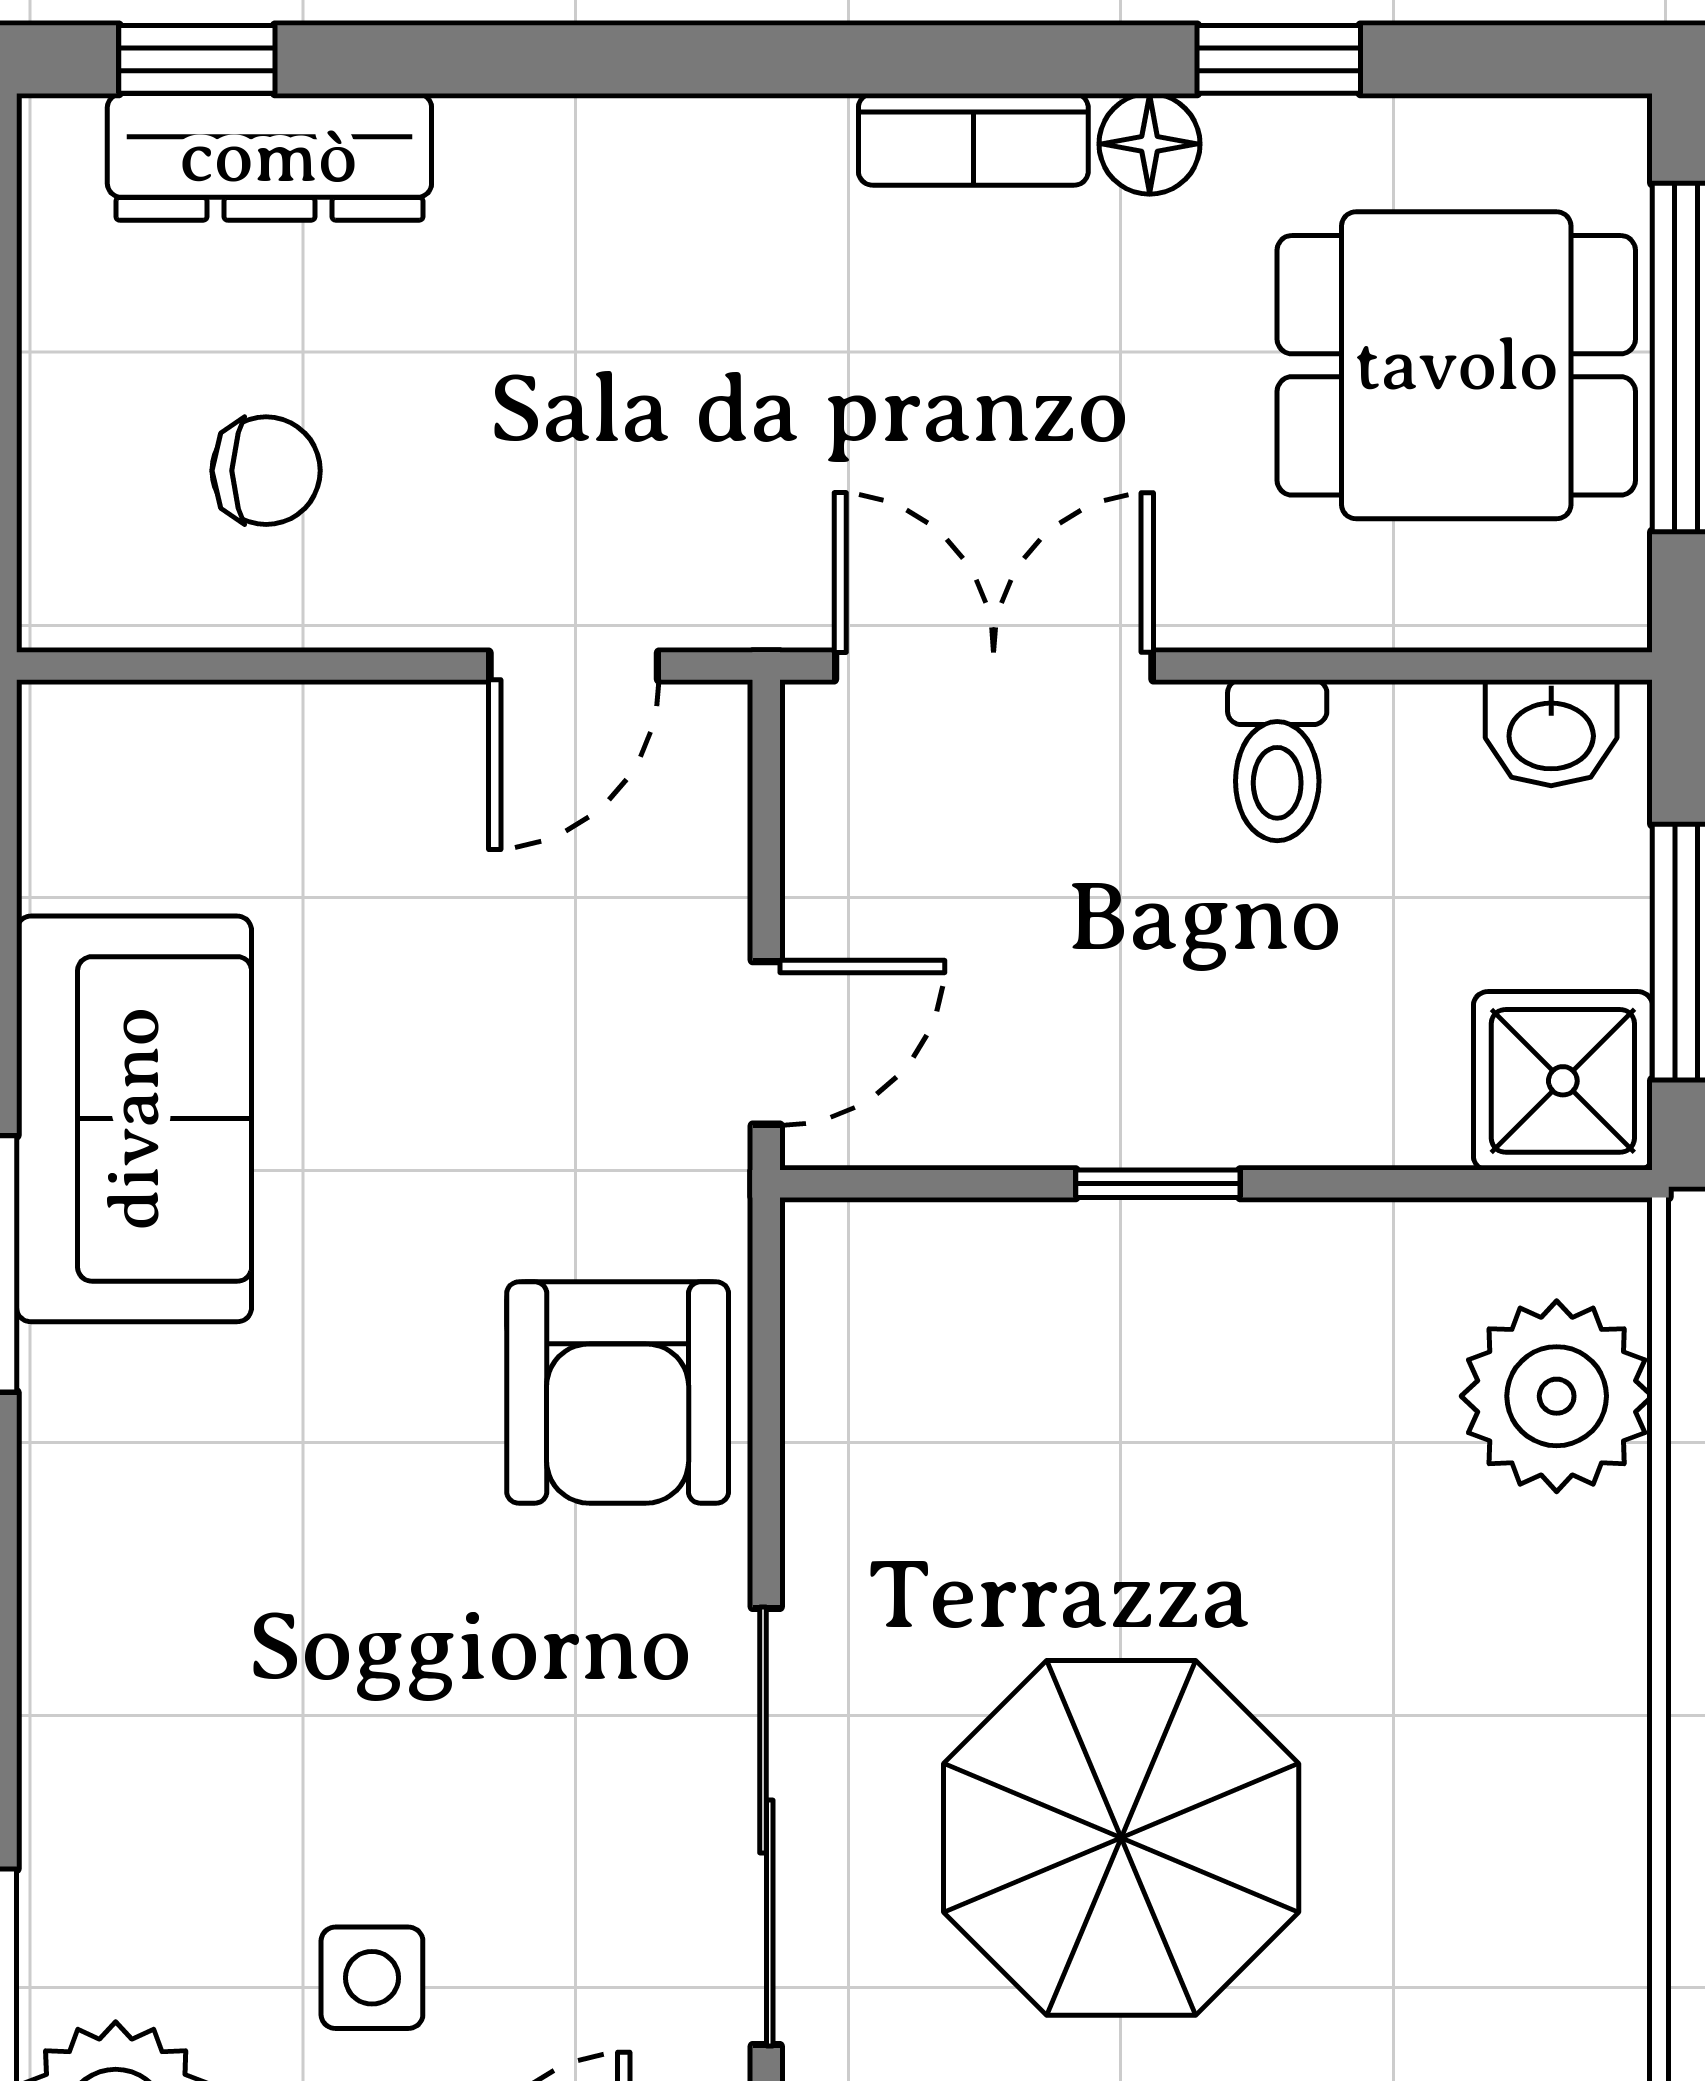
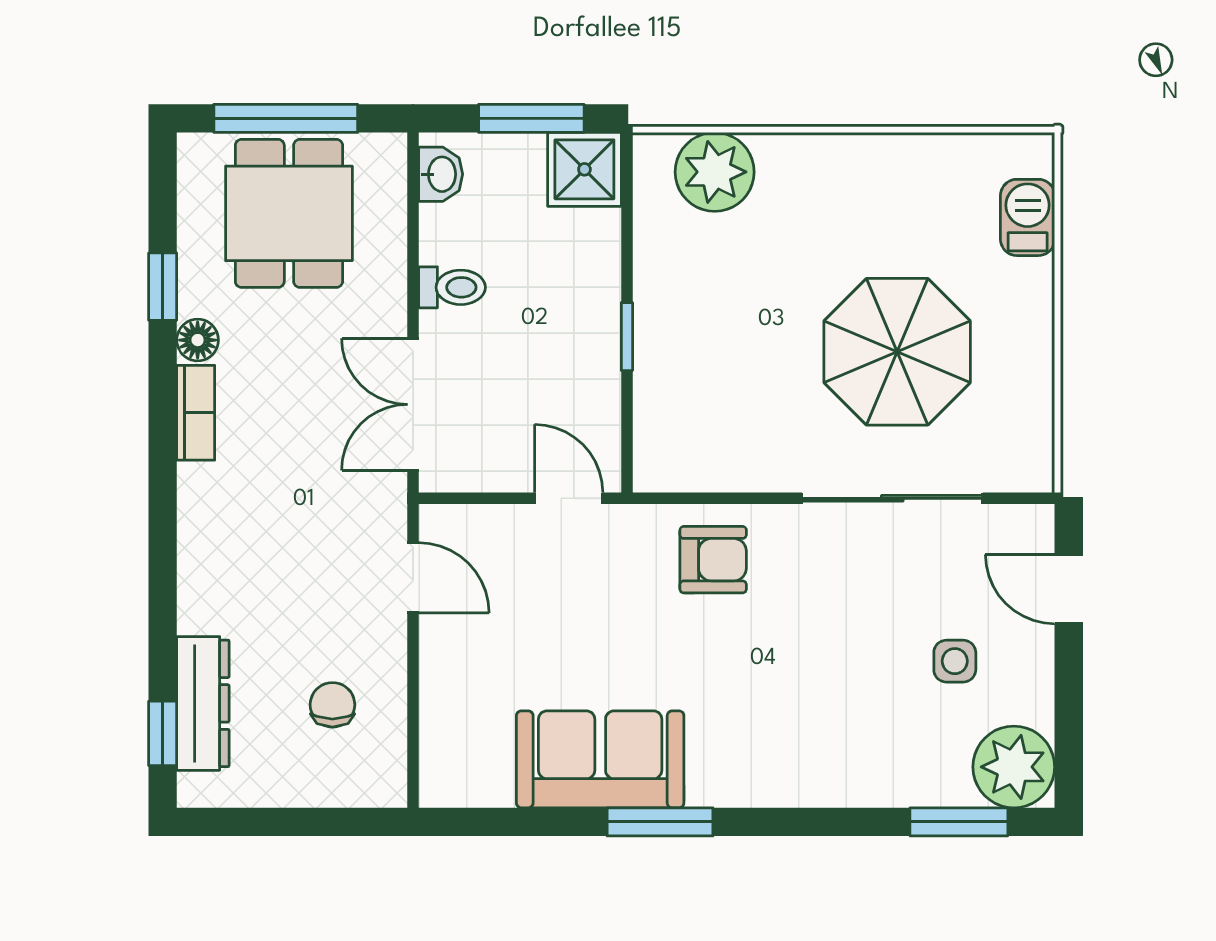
armchair: (618, 1393) -> (713, 560), width x0.72, depth x0.72

